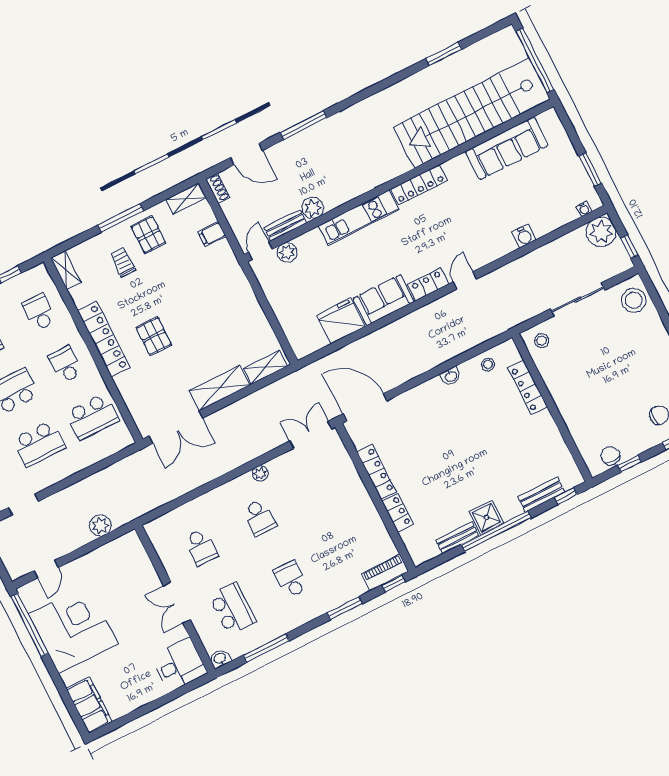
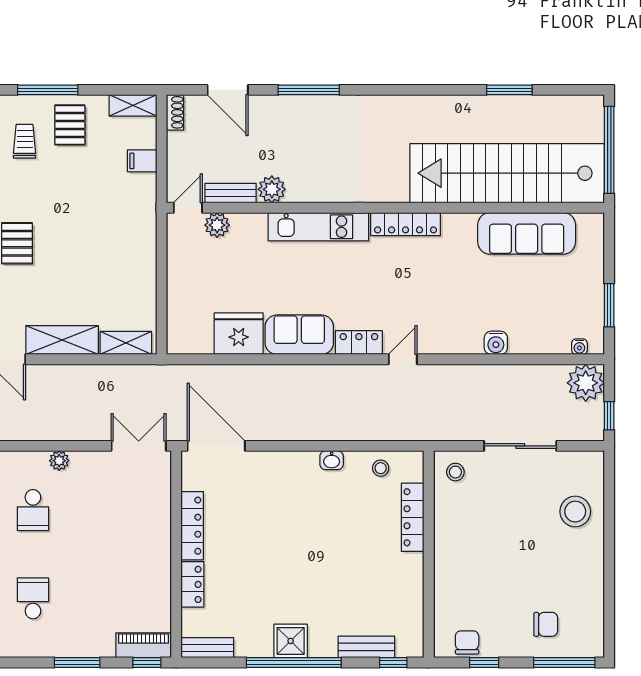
stool: (634, 300) -> (575, 512), moved
bench: (457, 538) -> (208, 648), moved

